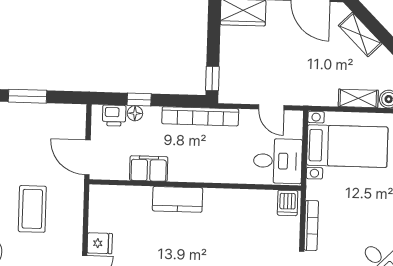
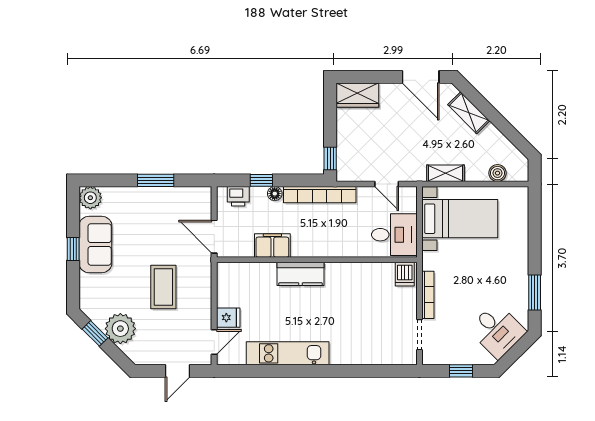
shelving: (358, 98) -> (445, 173), moved
floor lamp: (135, 113) -> (275, 194), moved

